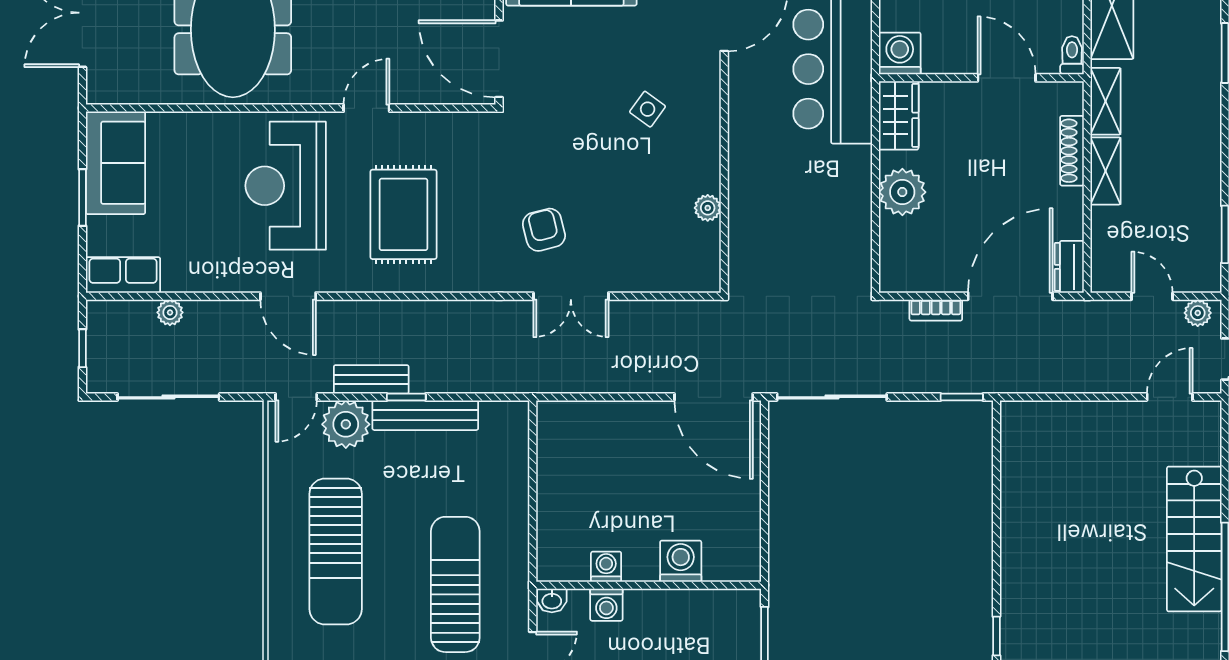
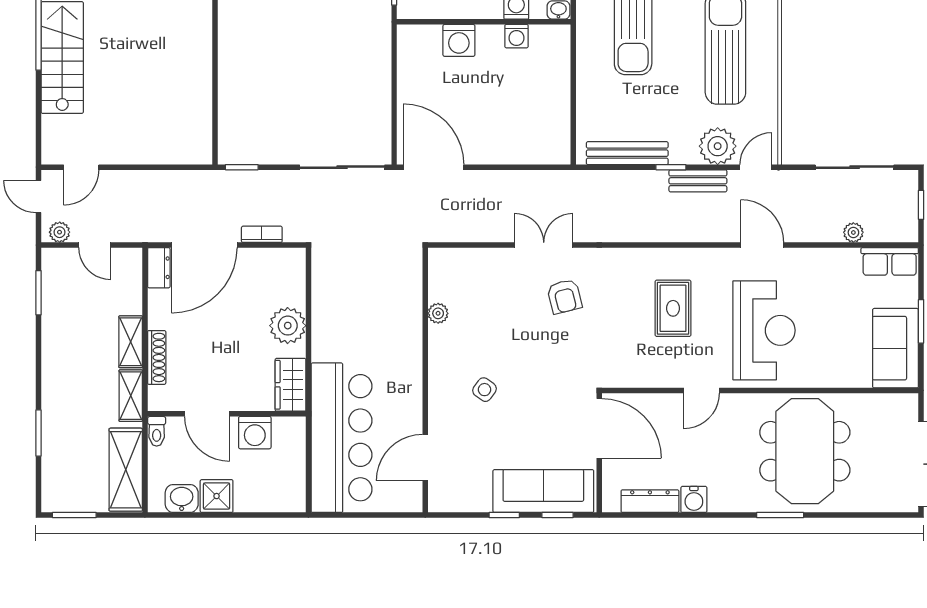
washing machine: (900, 53) -> (255, 433), moved
rug: (403, 214) -> (673, 308), width x0.73, depth x0.70
bench: (425, 415) -> (627, 153), moved

